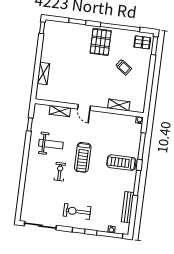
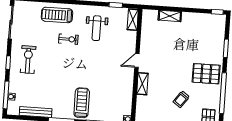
shelving: (119, 105) -> (142, 84), moved
shelving: (60, 111) -> (133, 20), moved
treadmill: (83, 157) -> (57, 15), moved

